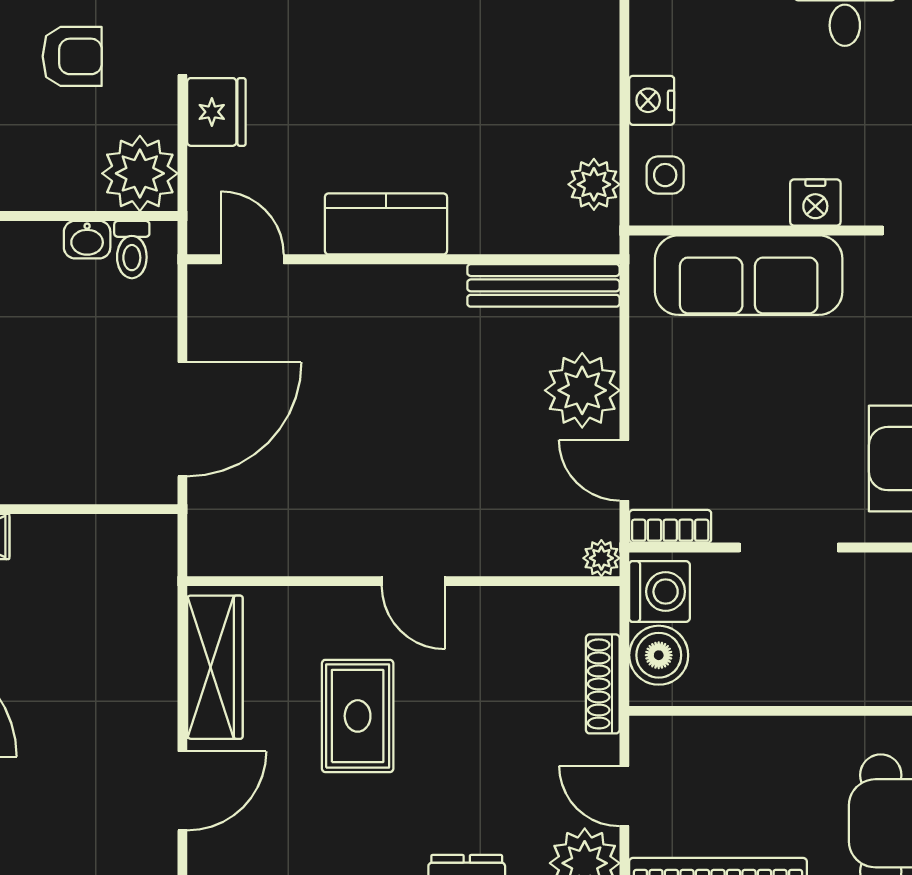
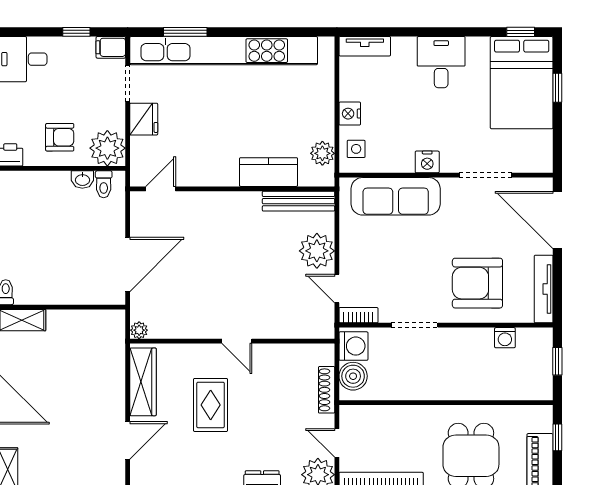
armchair: (72, 56) -> (60, 137), moved
kitchen counter: (386, 224) -> (269, 172), moved
door: (252, 259) -> (161, 189), hinge flipped
plant: (601, 558) -> (139, 330), moved

